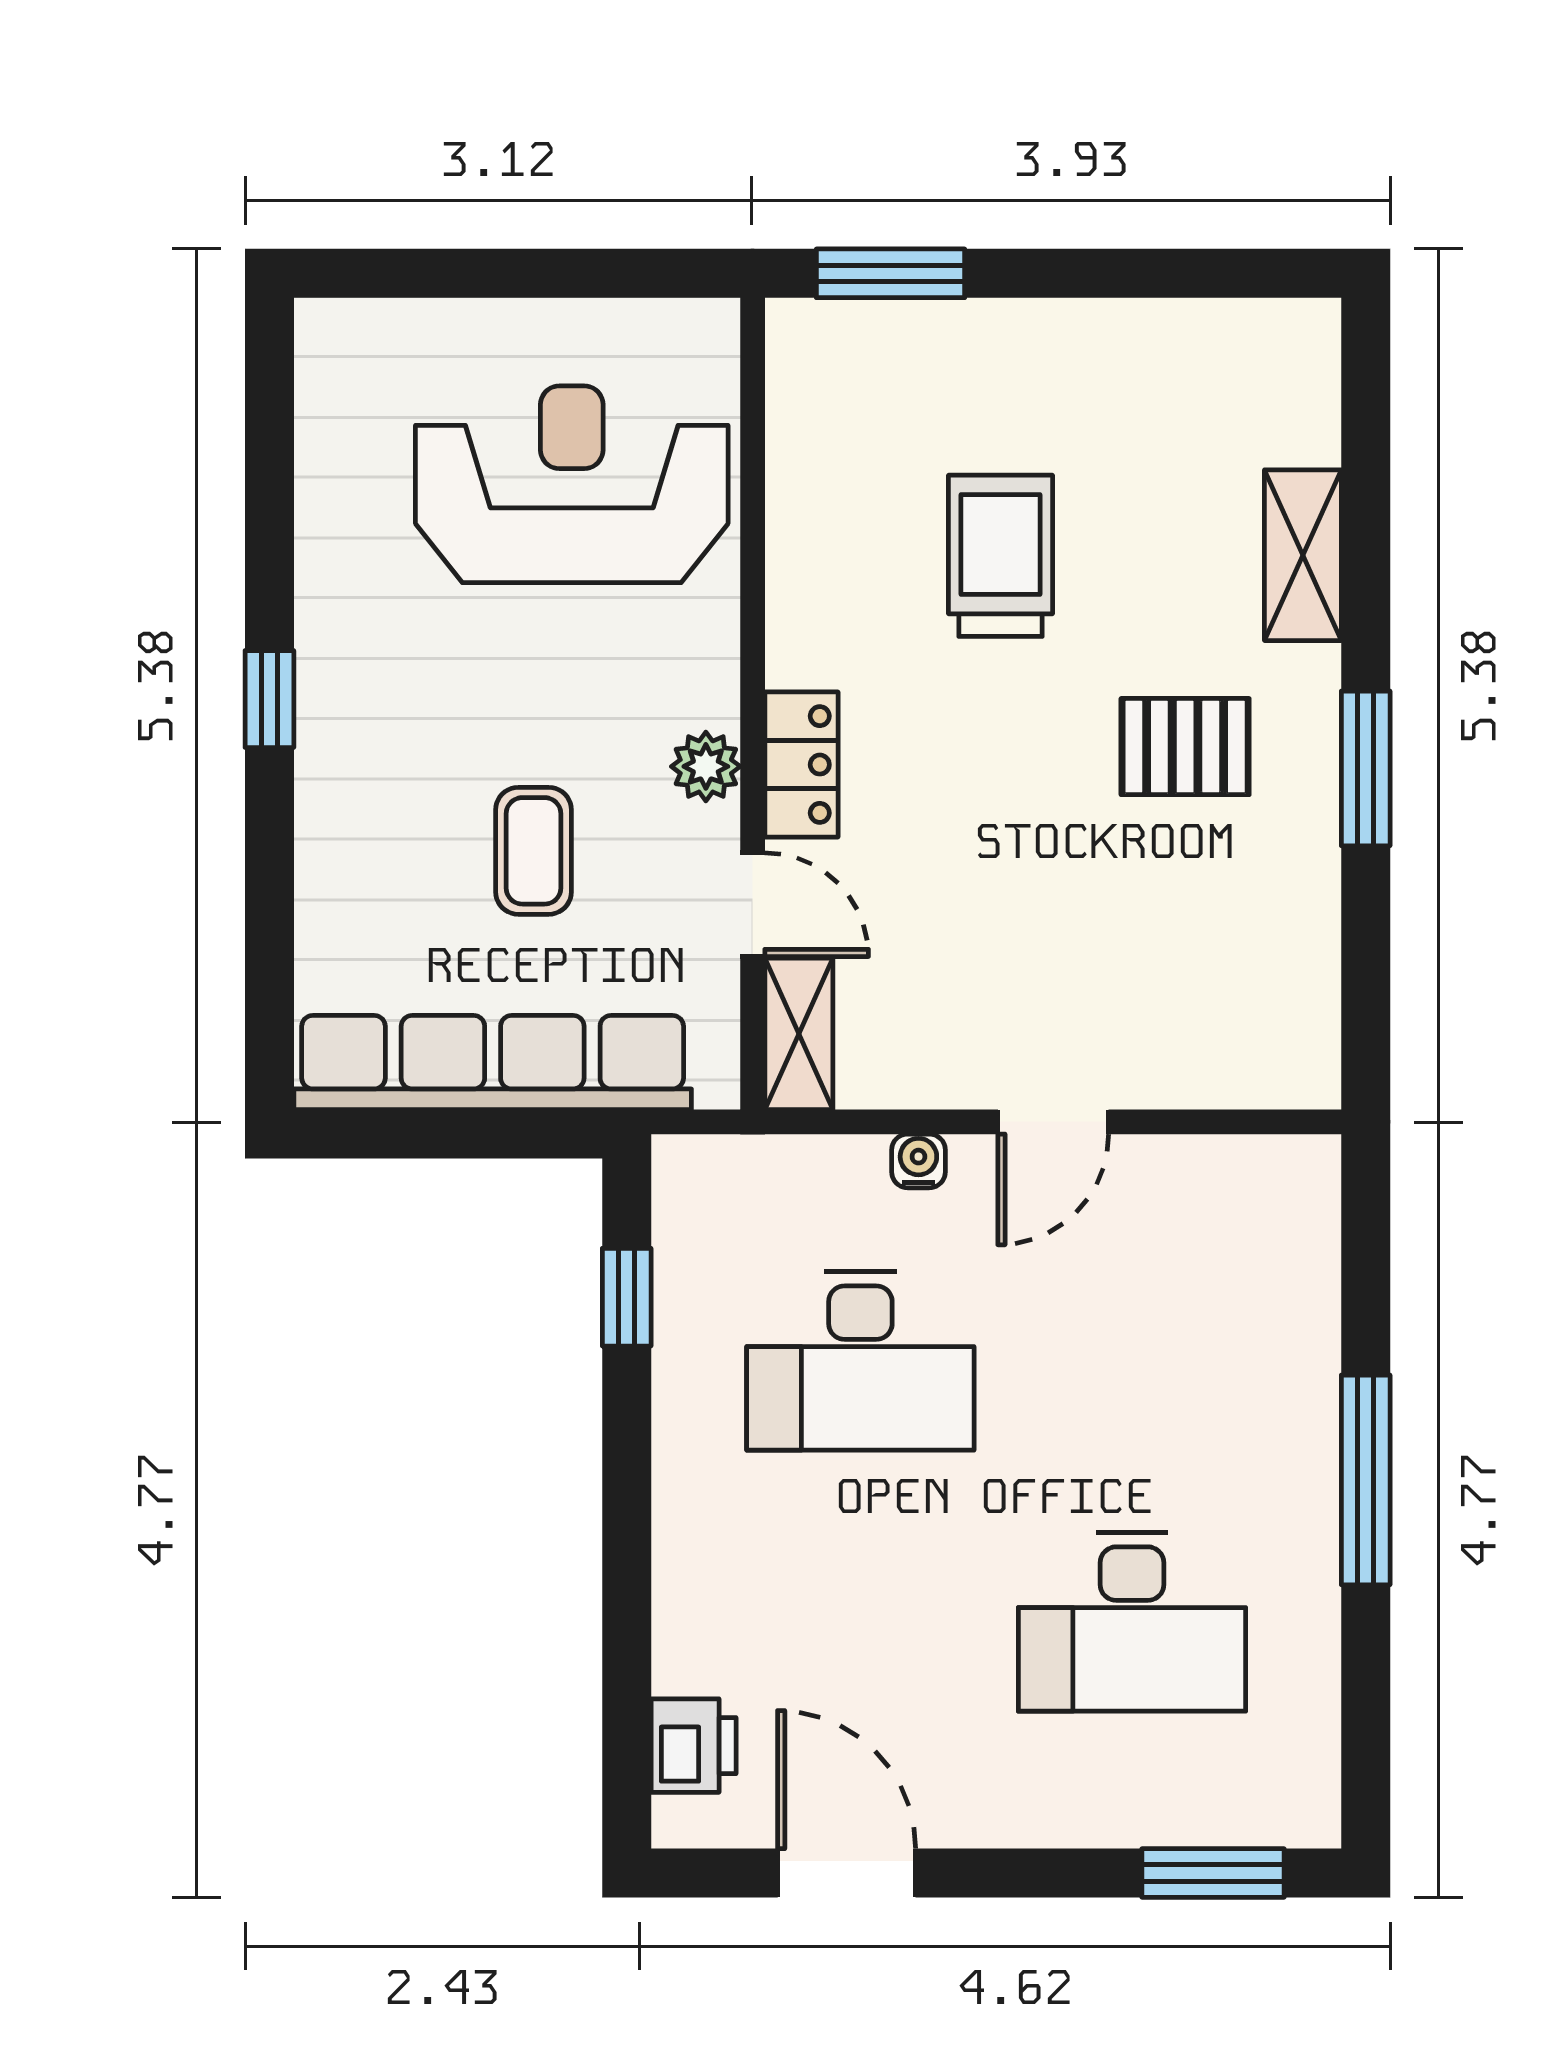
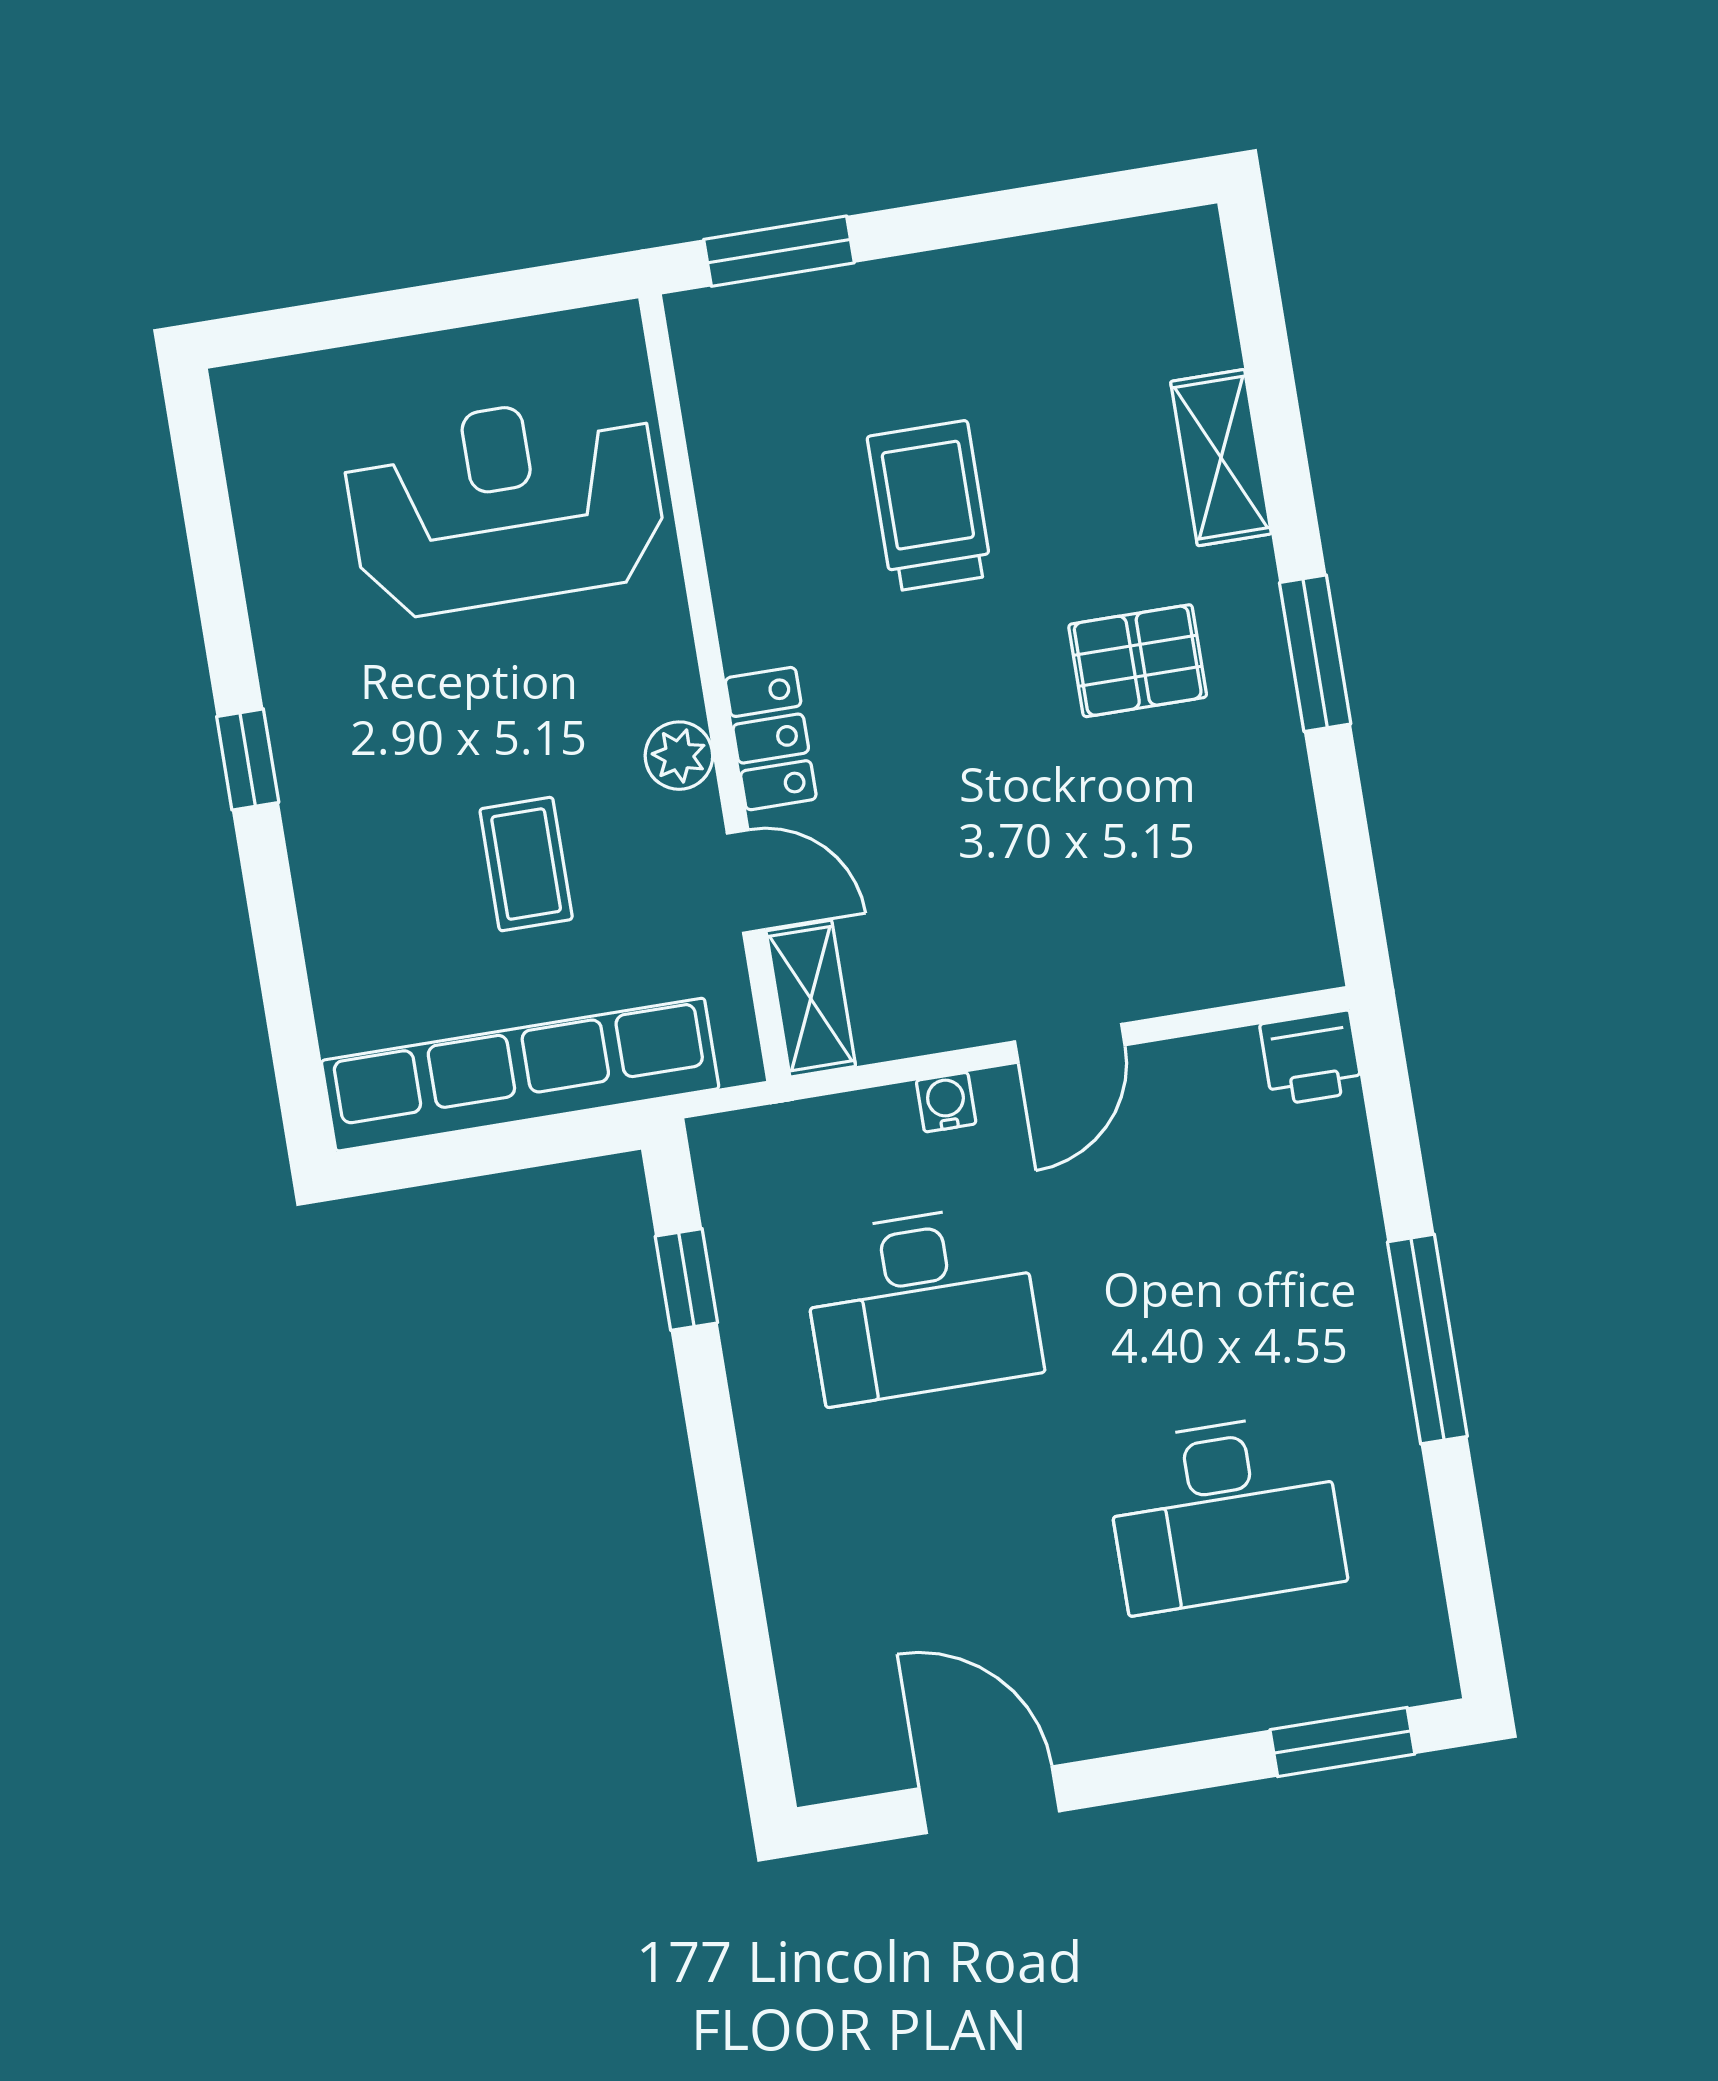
printer: (694, 1746) -> (1311, 1058), moved, turned 90

